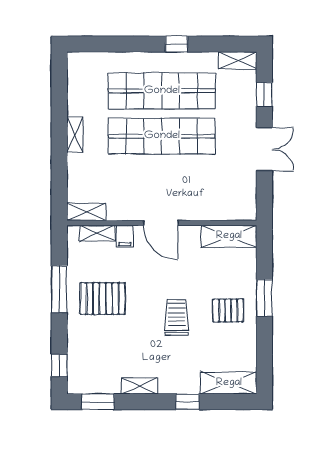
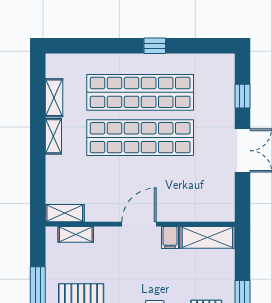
shelving: (238, 60) -> (54, 98), moved, turned 90
door: (161, 223) -> (139, 224), swing flipped
filing cabinet: (125, 236) -> (170, 238), moved

